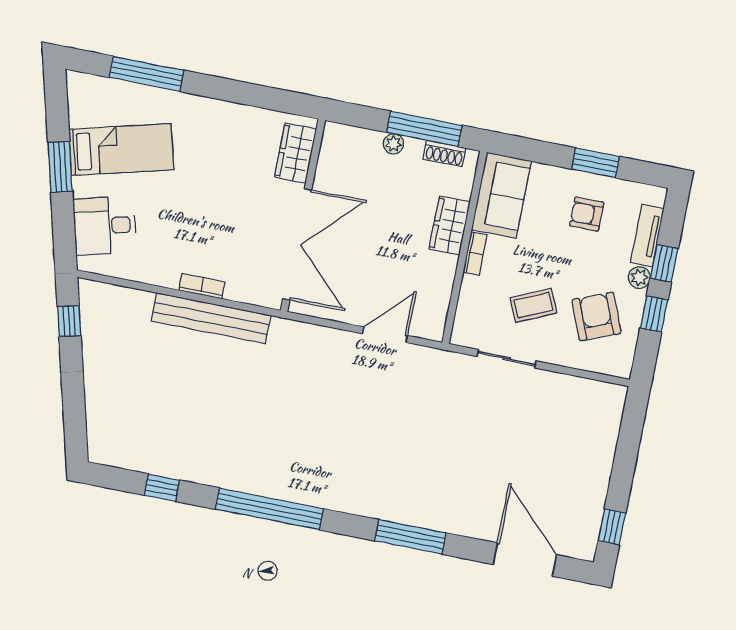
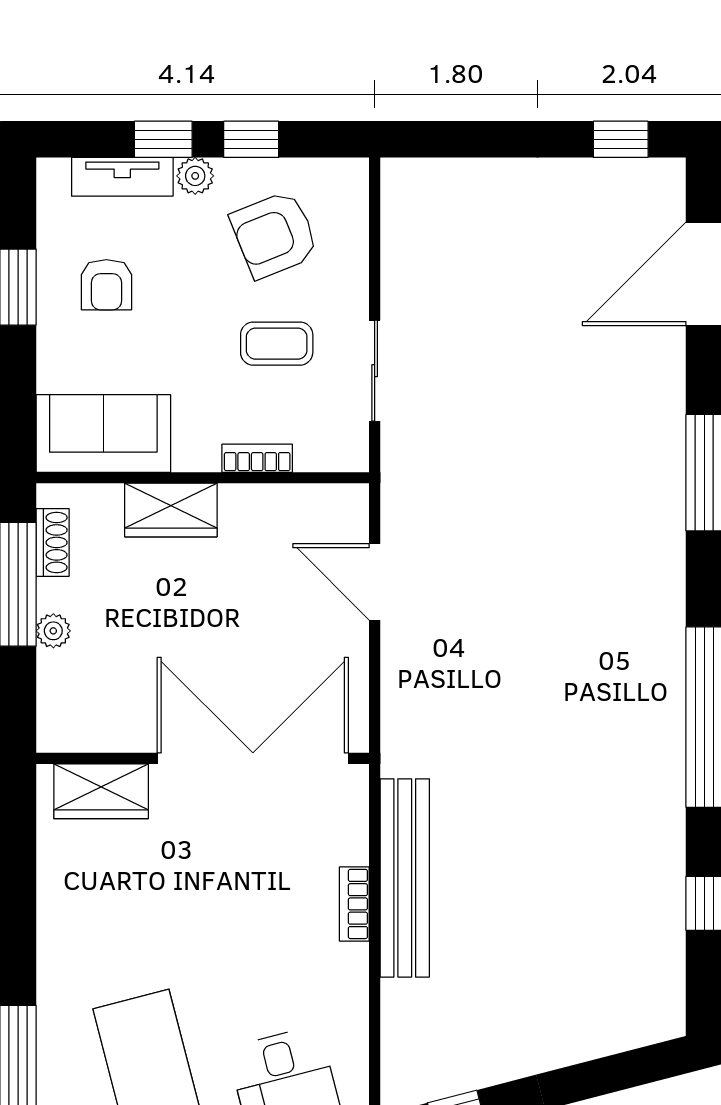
bookcase: (475, 253) -> (257, 458), moved
coffee table: (533, 305) -> (277, 344), turned -66

